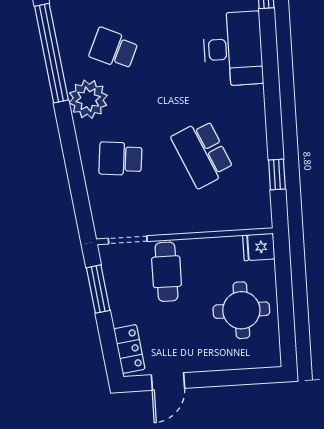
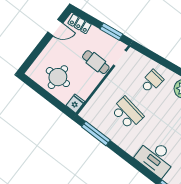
school desk: (202, 154) -> (127, 113), turned 33
window: (277, 175) -> (96, 133), width x2.17
door: (168, 382) -> (55, 28), swing flipped

